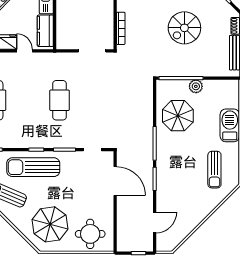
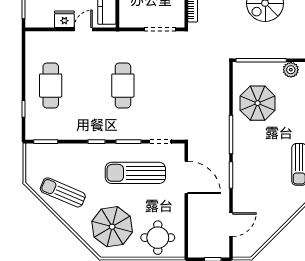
door: (25, 51) -> (83, 29), hinge flipped
plant: (196, 86) -> (291, 70), moved
sun lounger: (33, 167) -> (135, 173), moved

